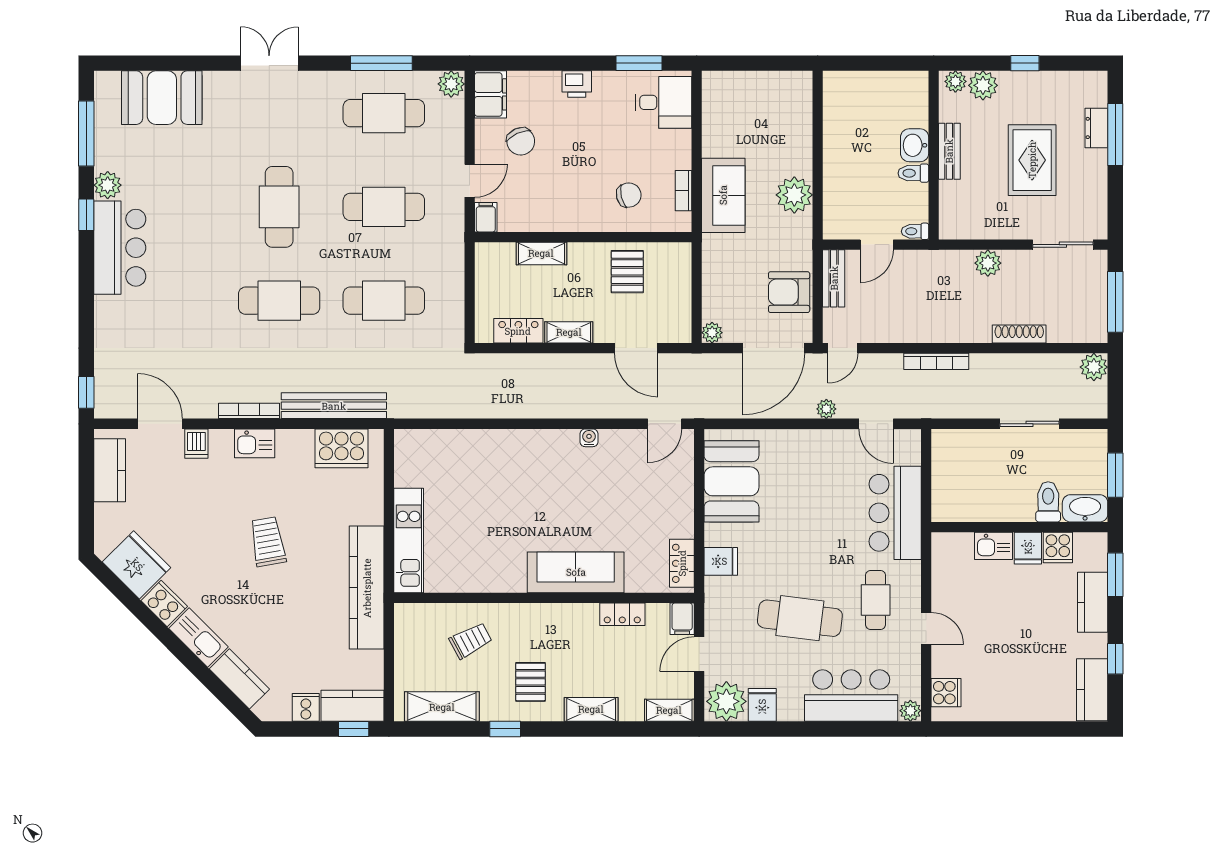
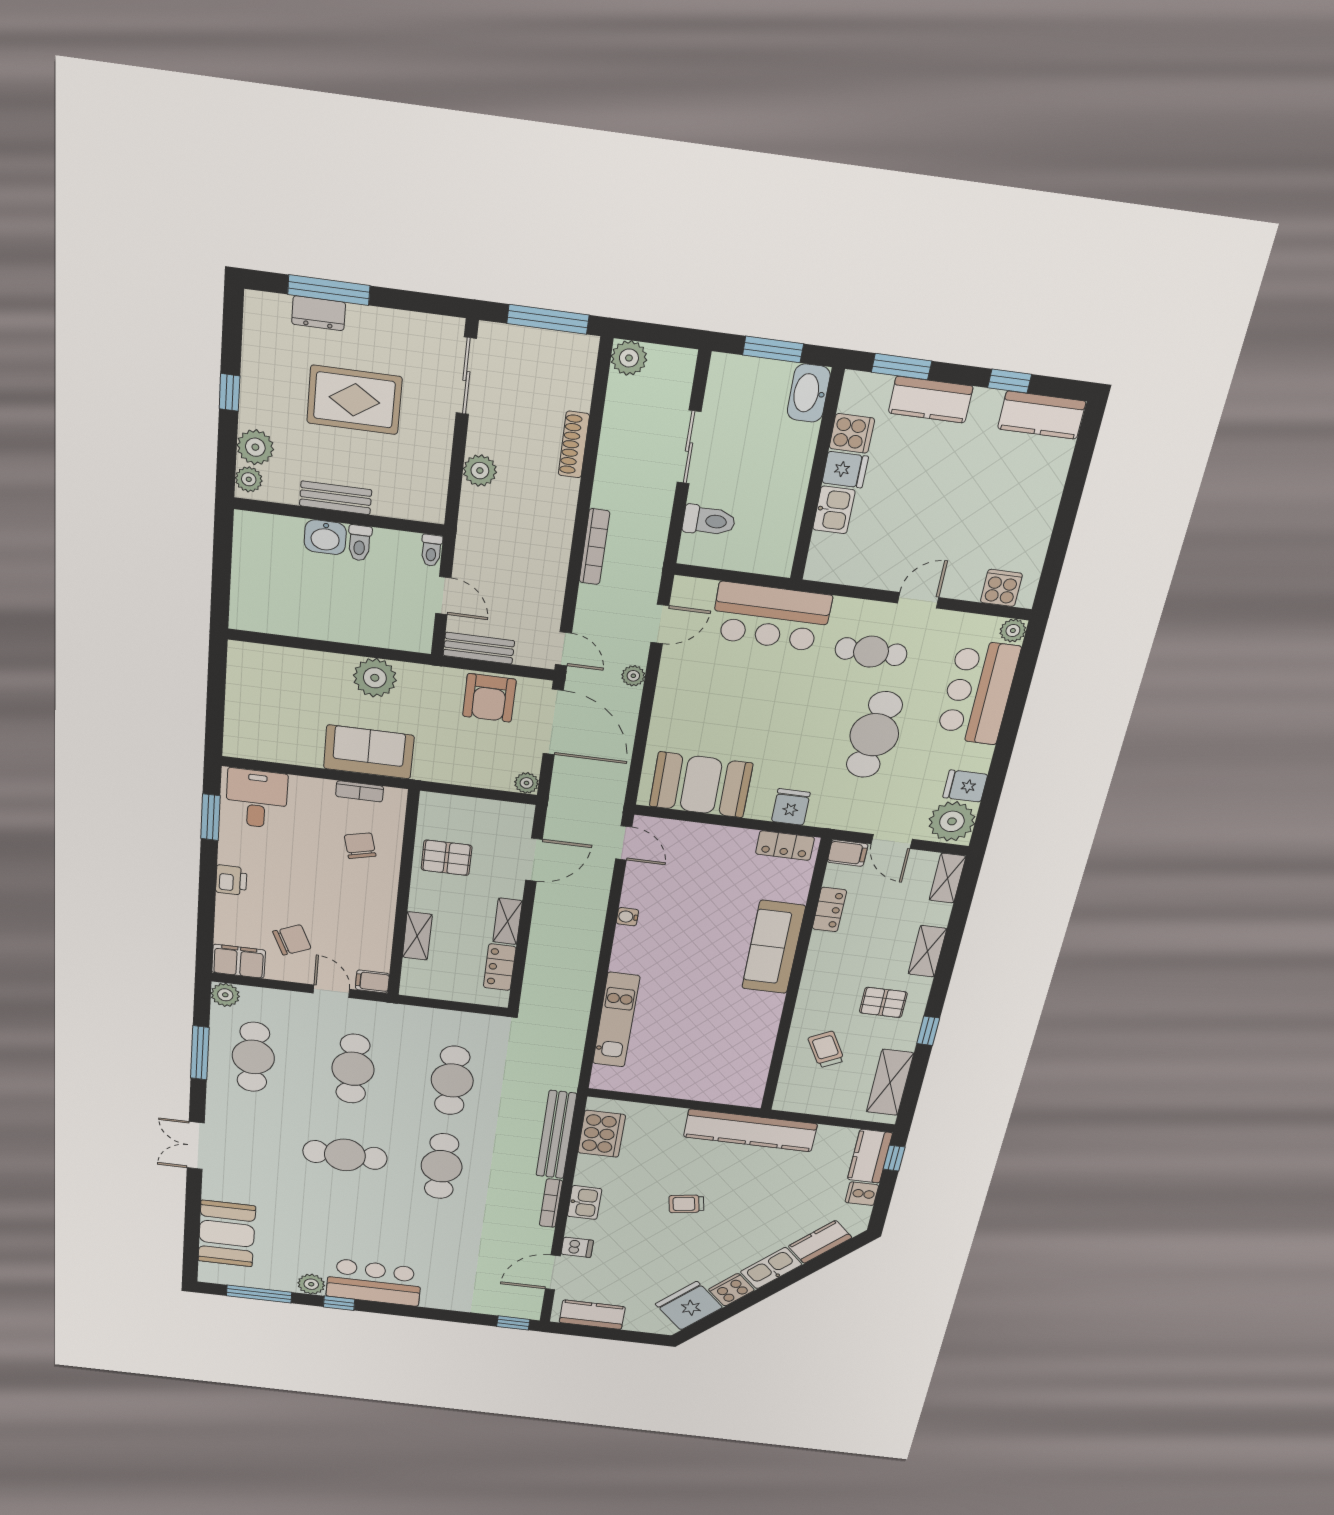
toilet: (1048, 502) -> (709, 521), moved, turned 180
kitchen unit: (409, 540) -> (616, 1020), moved, turned 90
trolley: (268, 542) -> (686, 1204), width x0.73, depth x0.72

